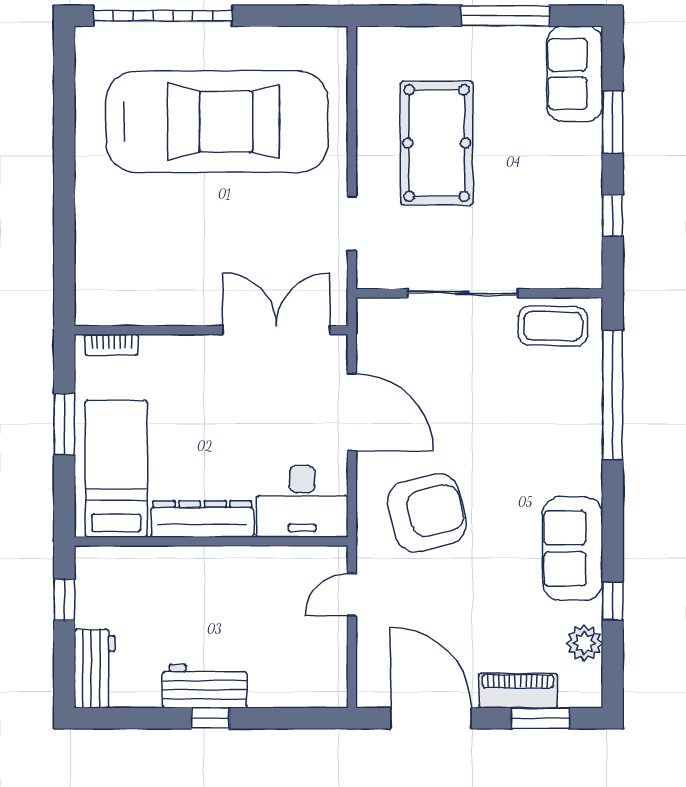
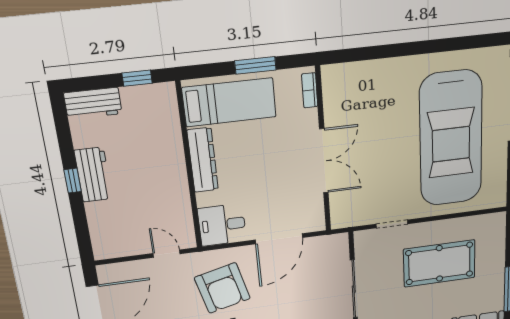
double door: (276, 330) -> (324, 161), moved
desk: (302, 501) -> (222, 225), width x0.73

